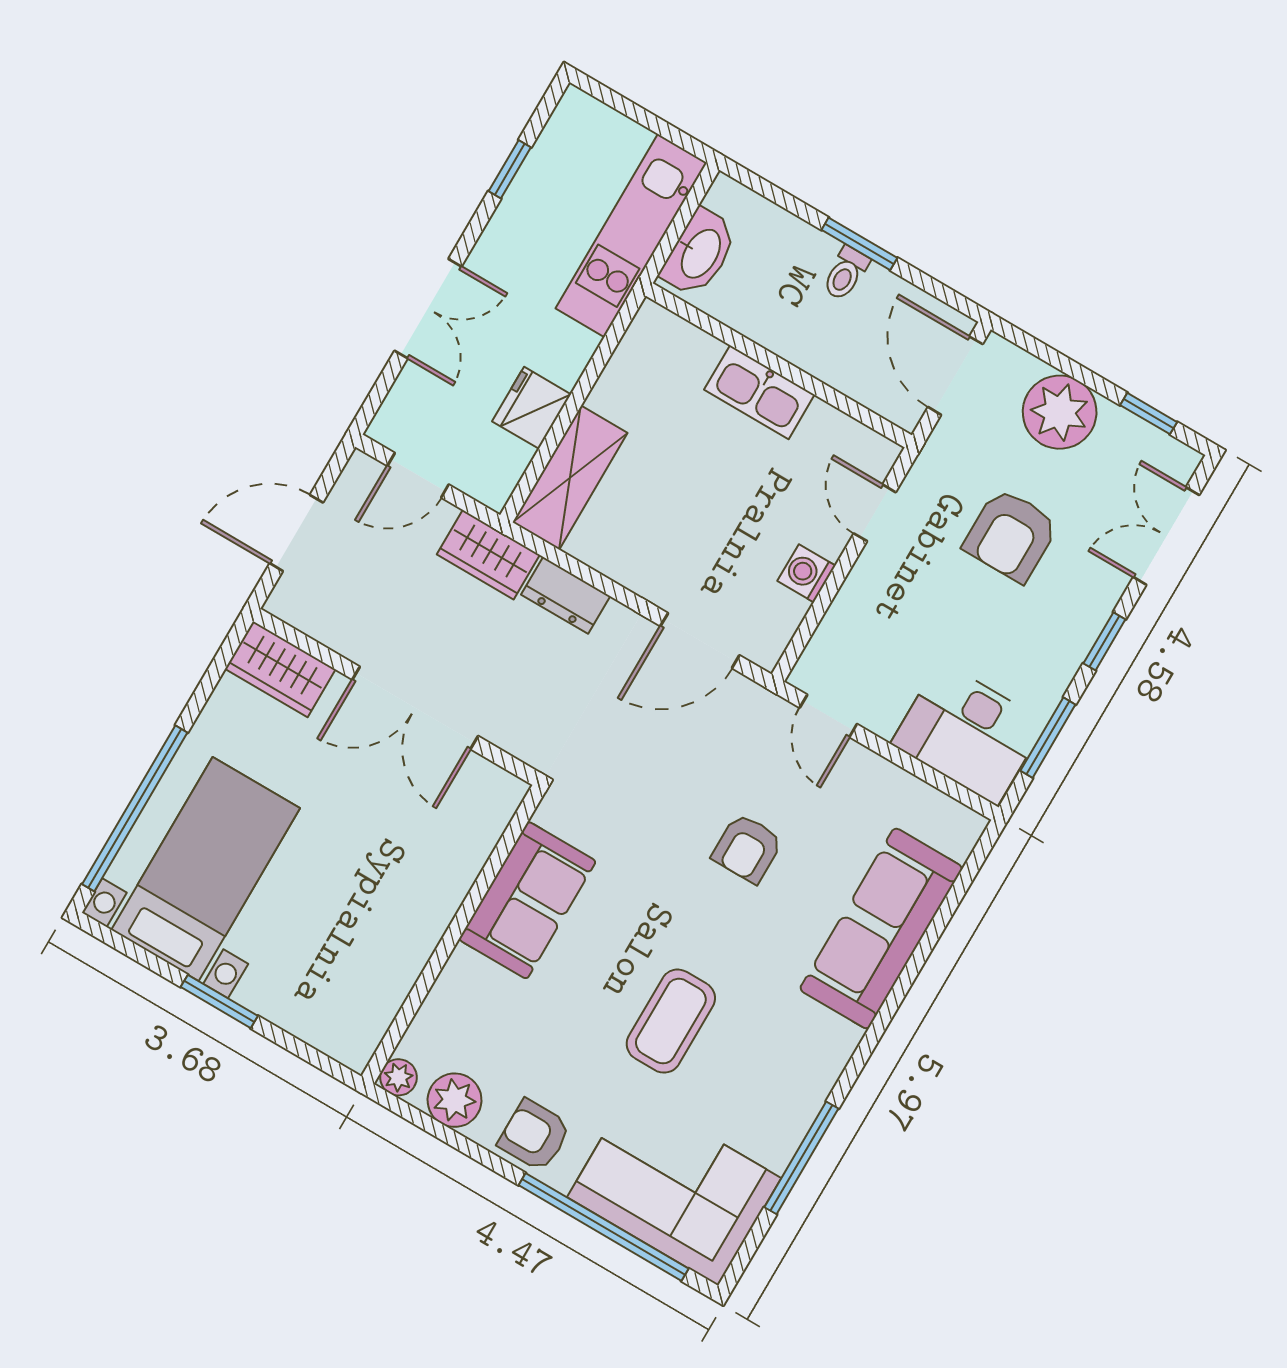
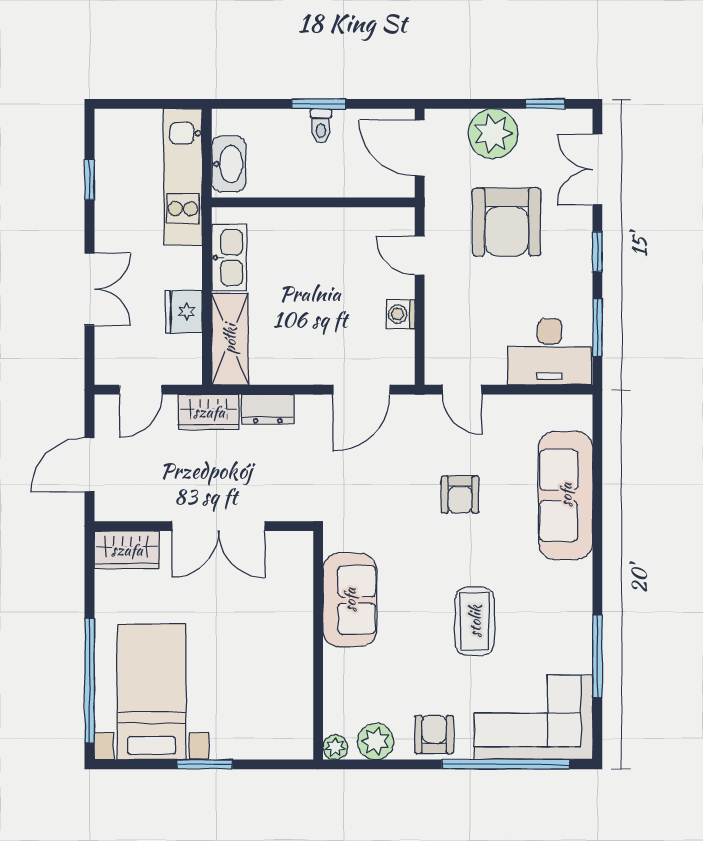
kitchen sink: (759, 392) -> (229, 258), moved, turned -90
armchair: (1011, 535) -> (507, 222), width x1.36, depth x1.36
armchair: (534, 1135) -> (434, 734), turned 90

